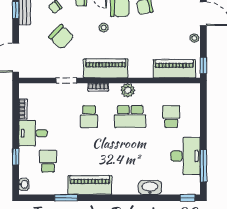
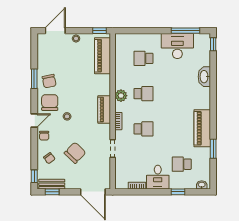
piano: (106, 68) -> (104, 110), width x0.73, depth x0.75
school desk: (130, 117) -> (143, 94), width x0.54

